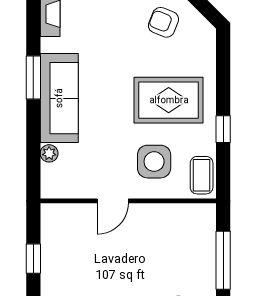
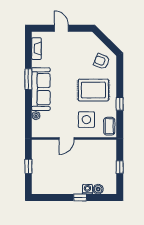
armchair: (163, 22) -> (102, 61), moved
window: (223, 260) -> (120, 167), width x0.46

